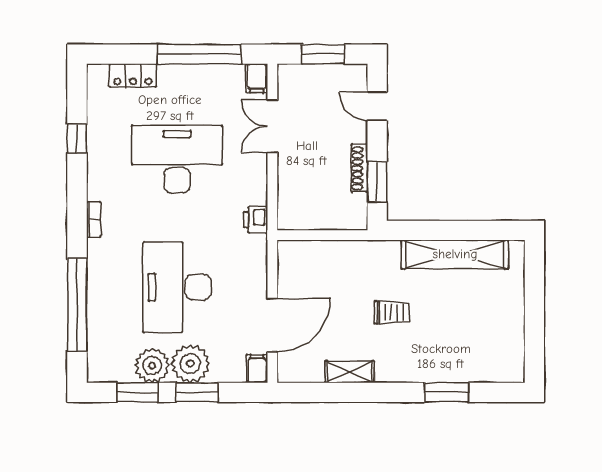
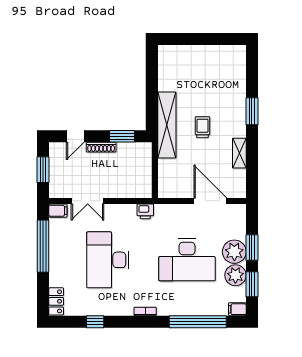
locker: (133, 75) -> (56, 301), moved
shoe rack: (359, 168) -> (101, 147), moved
shelving: (455, 254) -> (167, 125), moved
filing cabinet: (257, 369) -> (237, 309), moved
window: (447, 392) -> (252, 111), moved

